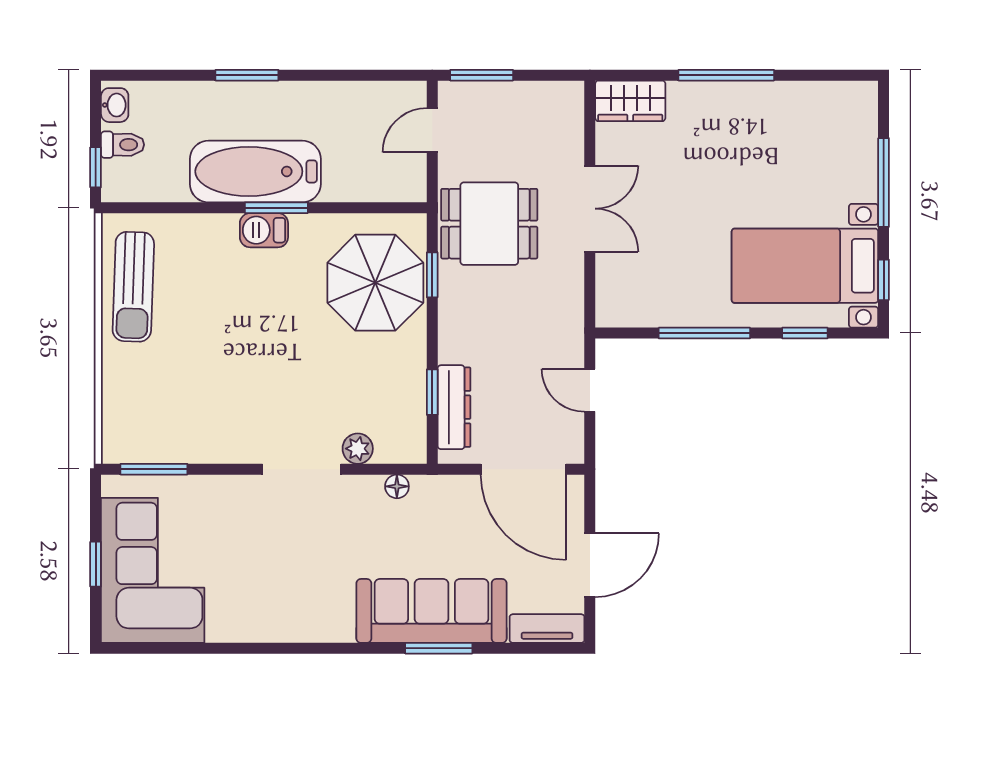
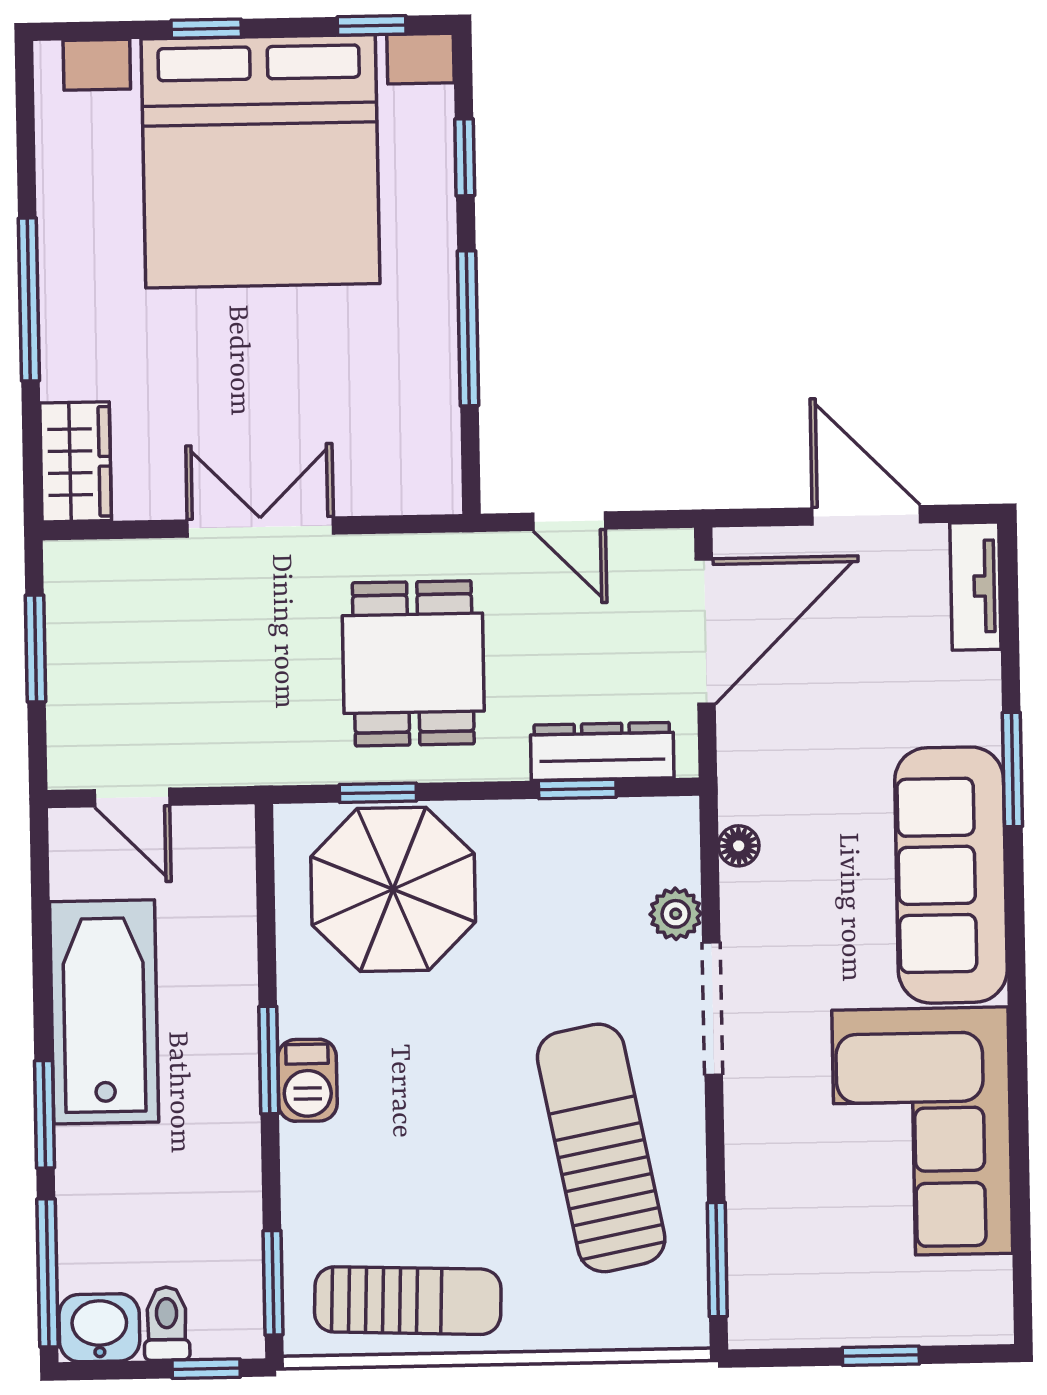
window: (154, 75) -> (48, 1273), added
window: (482, 75) -> (36, 649), moved
washbasin: (115, 105) -> (99, 1328), width x1.38, depth x1.45
bathtub: (255, 171) -> (104, 1012), moved, turned 180
window: (884, 183) -> (206, 29), width x0.46
window: (145, 208) -> (273, 1283), added
dining table: (489, 224) -> (413, 663), moved
bed with nightstands: (805, 266) -> (261, 161), width x1.85
door: (590, 390) -> (569, 521), hinge flipped
sun lounger: (221, 402) -> (601, 1148), added
corner sofa: (153, 570) -> (922, 1132), moved, turned -90
sofa: (431, 611) -> (951, 875), moved

